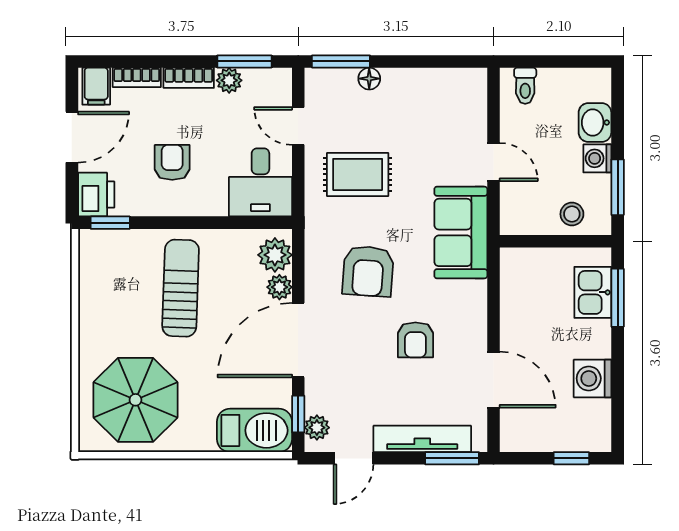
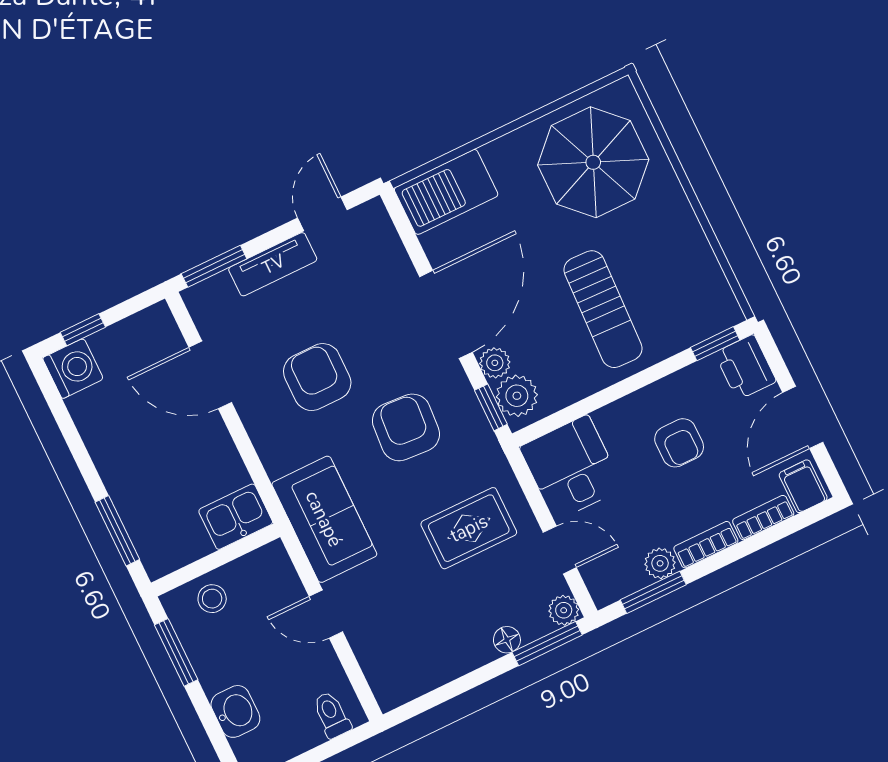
washing machine: (597, 158) -> (214, 673), removed
kitchen sink: (593, 292) -> (236, 517), moved, turned -90
armchair: (415, 340) -> (317, 377), width x1.38, depth x1.38
washing machine: (592, 378) -> (73, 368), moved
window: (298, 414) -> (491, 407), moved
plant: (317, 428) -> (564, 610), moved
tv unit: (422, 439) -> (273, 264), width x0.71

